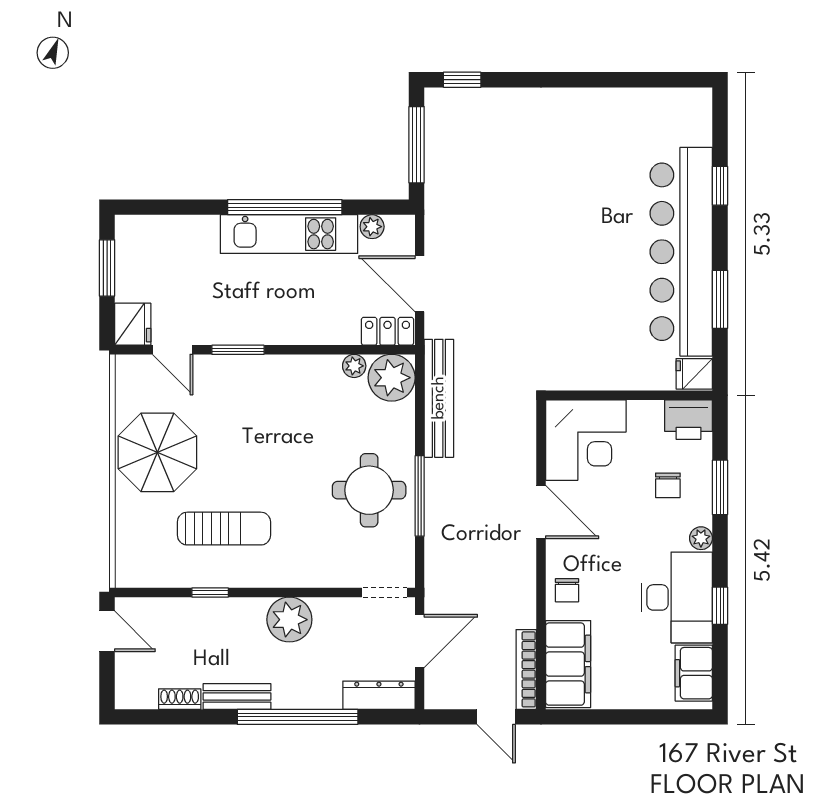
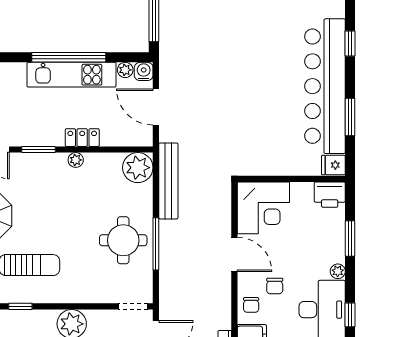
water cooler: (401, 229) -> (144, 71), added
locker: (388, 331) -> (82, 138), moved
plant: (354, 366) -> (76, 160), moved
chair: (668, 485) -> (275, 286), moved

